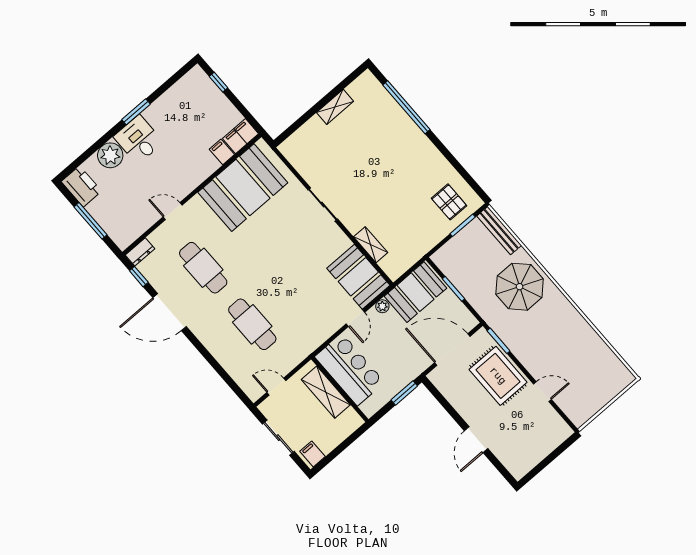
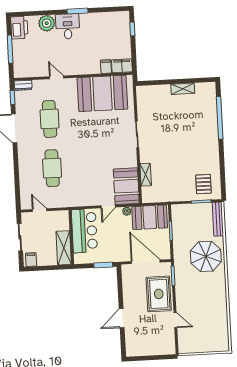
shelving: (326, 392) -> (64, 248), moved

